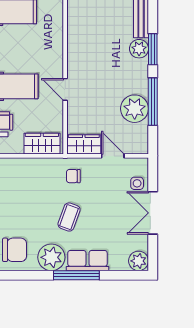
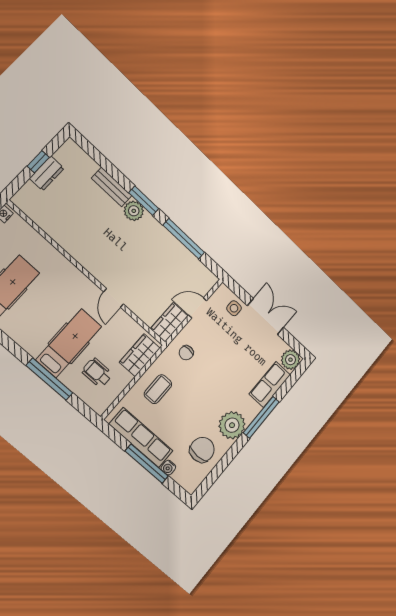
door: (65, 89) -> (114, 298), hinge flipped
plant: (135, 109) -> (177, 258), removed
double door: (153, 213) -> (265, 317), swing flipped
coffee table: (69, 217) -> (158, 389), moved, turned 70
row of seats: (87, 261) -> (270, 384), moved

